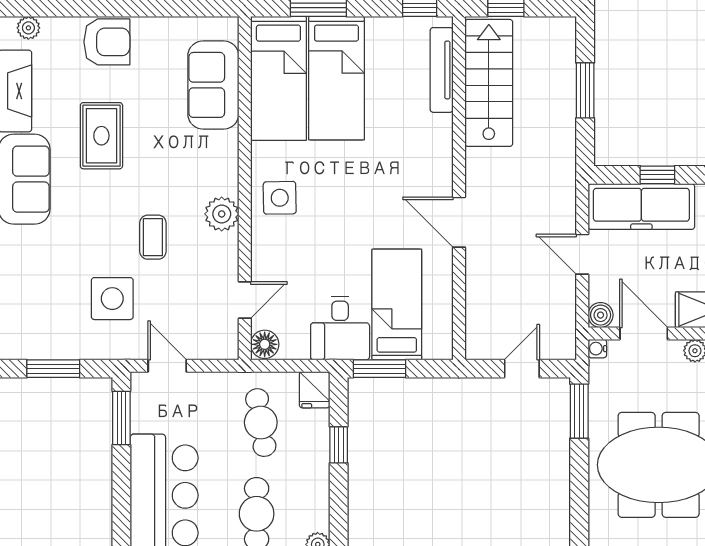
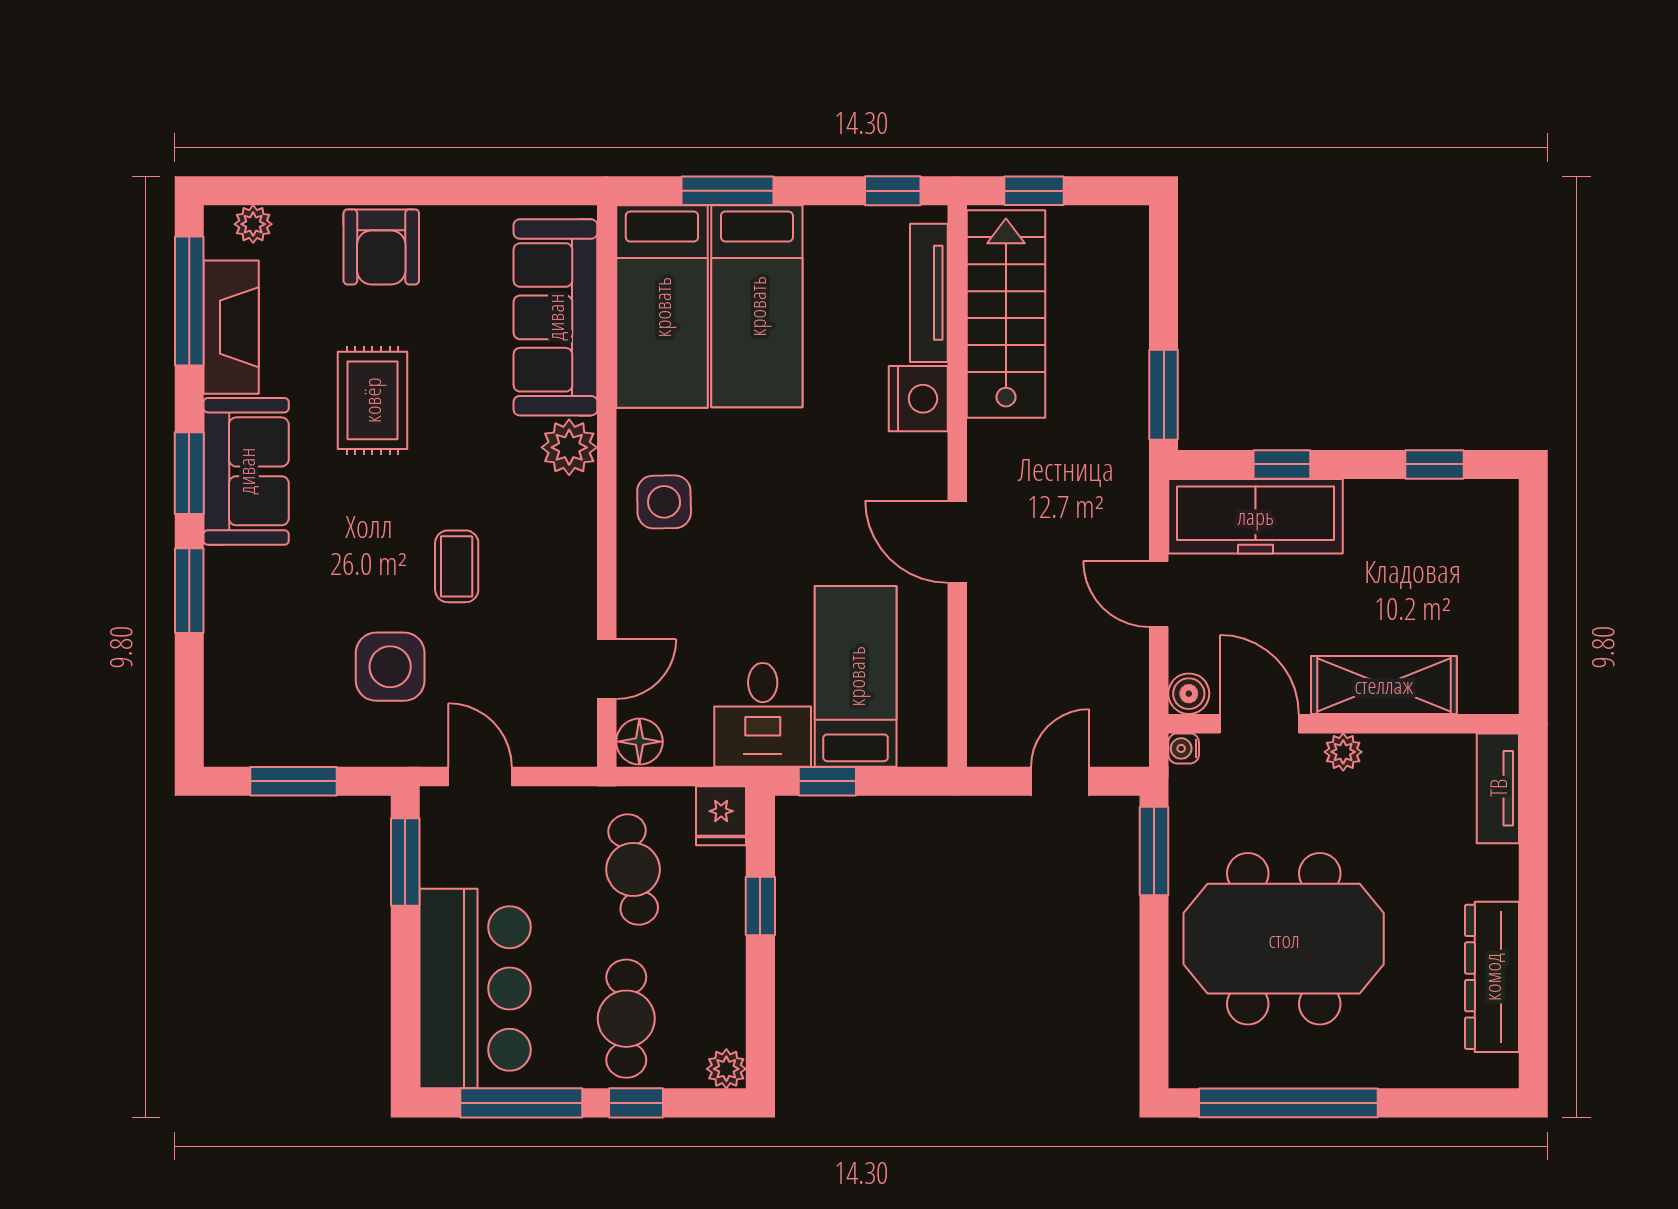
armchair: (107, 42) -> (381, 247), turned 90
sofa: (213, 85) -> (555, 317), width x1.36
window: (585, 90) -> (1164, 395), moved
nightstand: (435, 135) -> (918, 399), added
plant: (222, 214) -> (569, 447), moved
window: (380, 369) -> (827, 781), width x0.67

